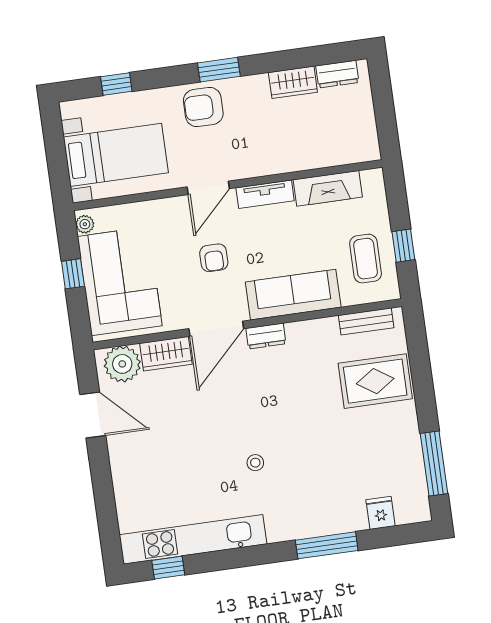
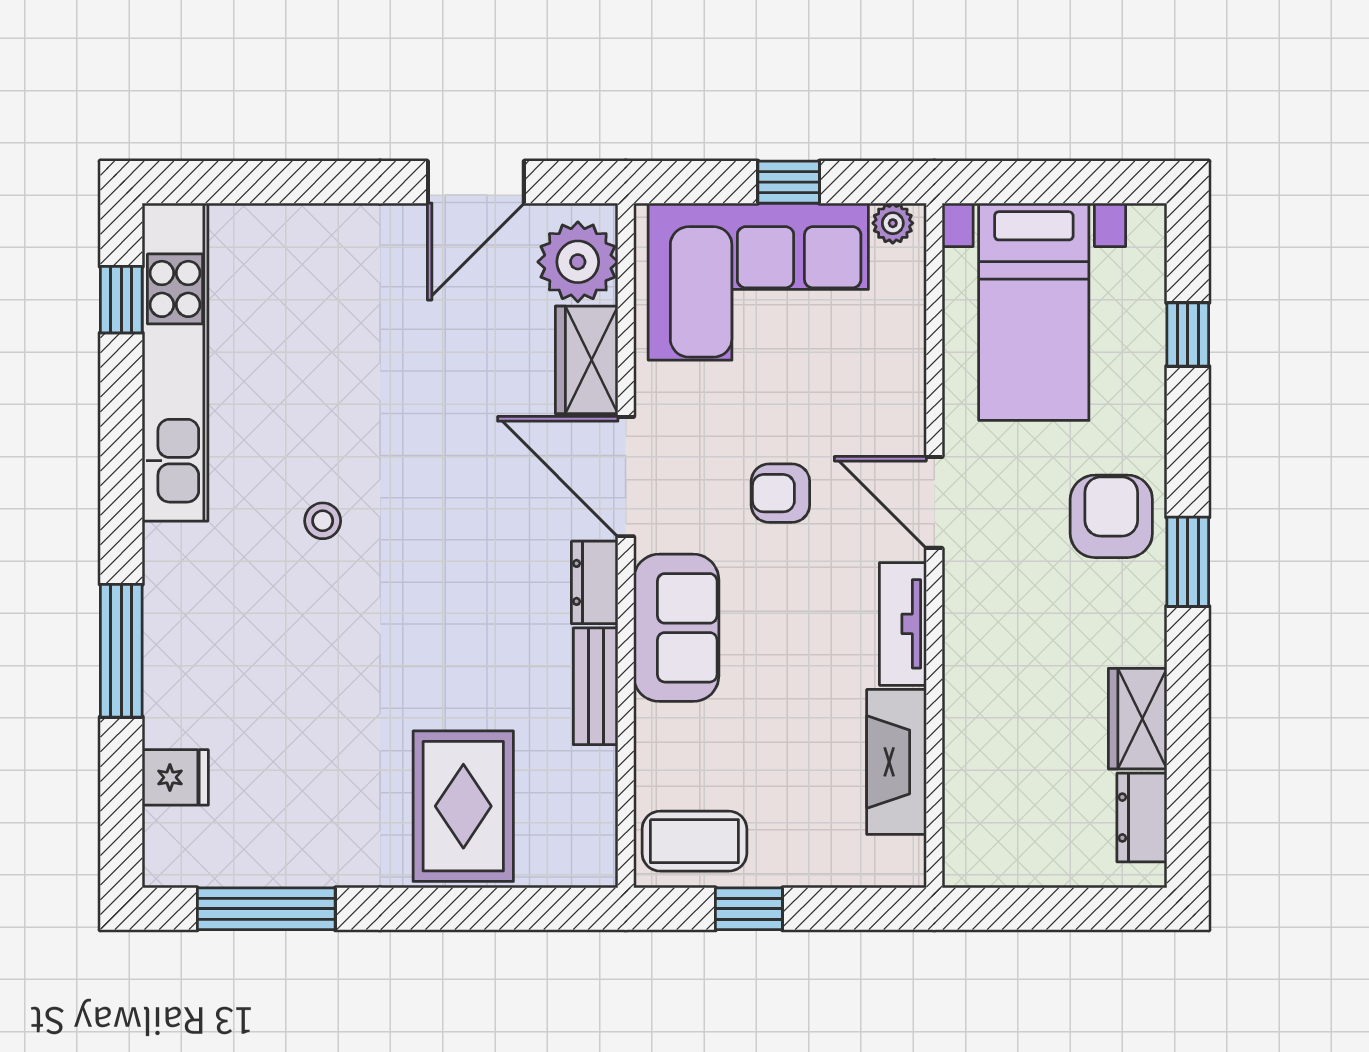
coffee table: (366, 259) -> (694, 841), moved
sofa: (293, 295) -> (676, 628), width x0.73
bench: (366, 321) -> (596, 686), moved

